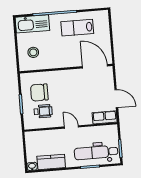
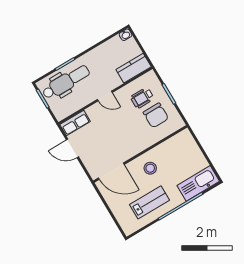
stool: (33, 52) -> (150, 168), moved
chair: (39, 92) -> (156, 115), turned 90
kitchen counter: (51, 162) -> (134, 68), moved, turned 180

